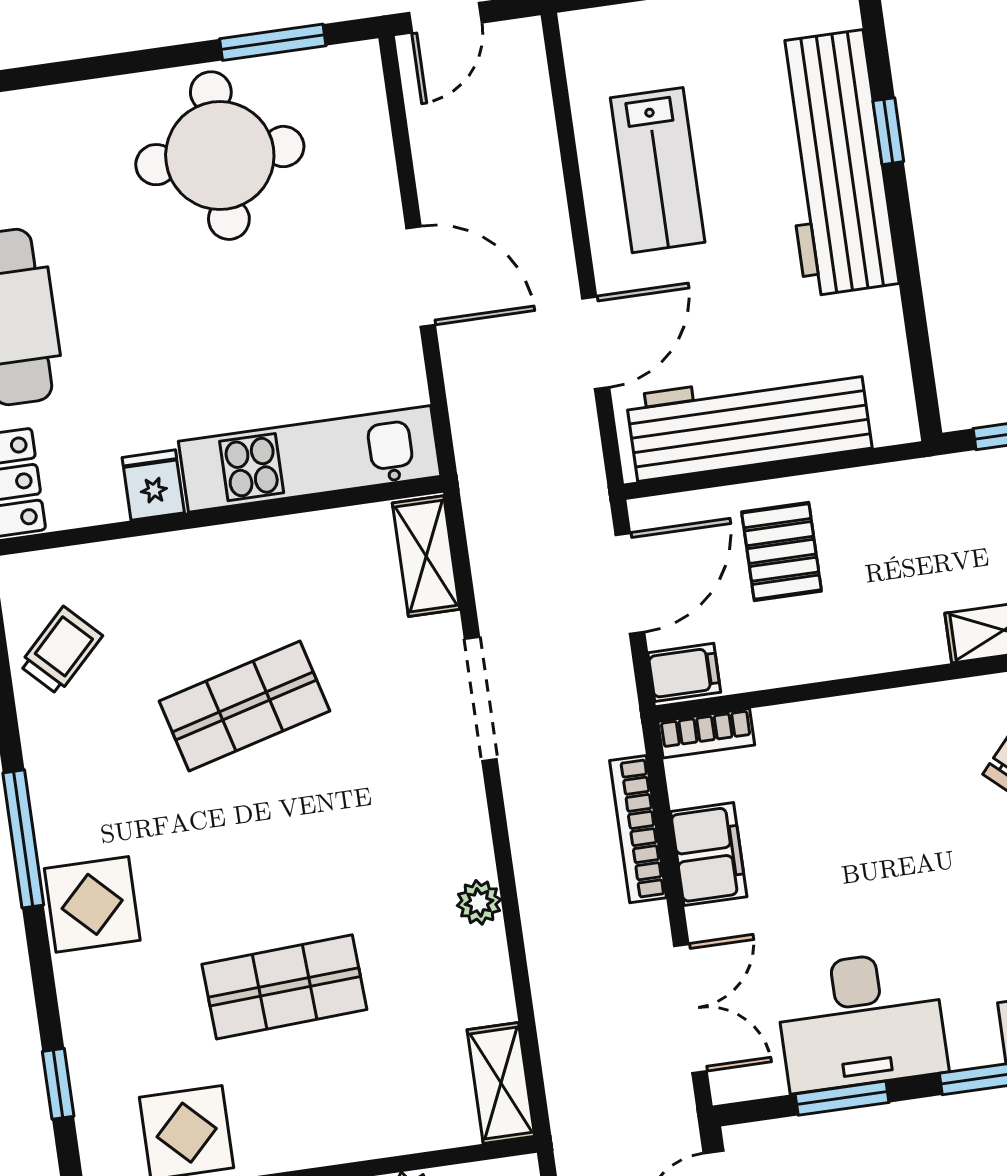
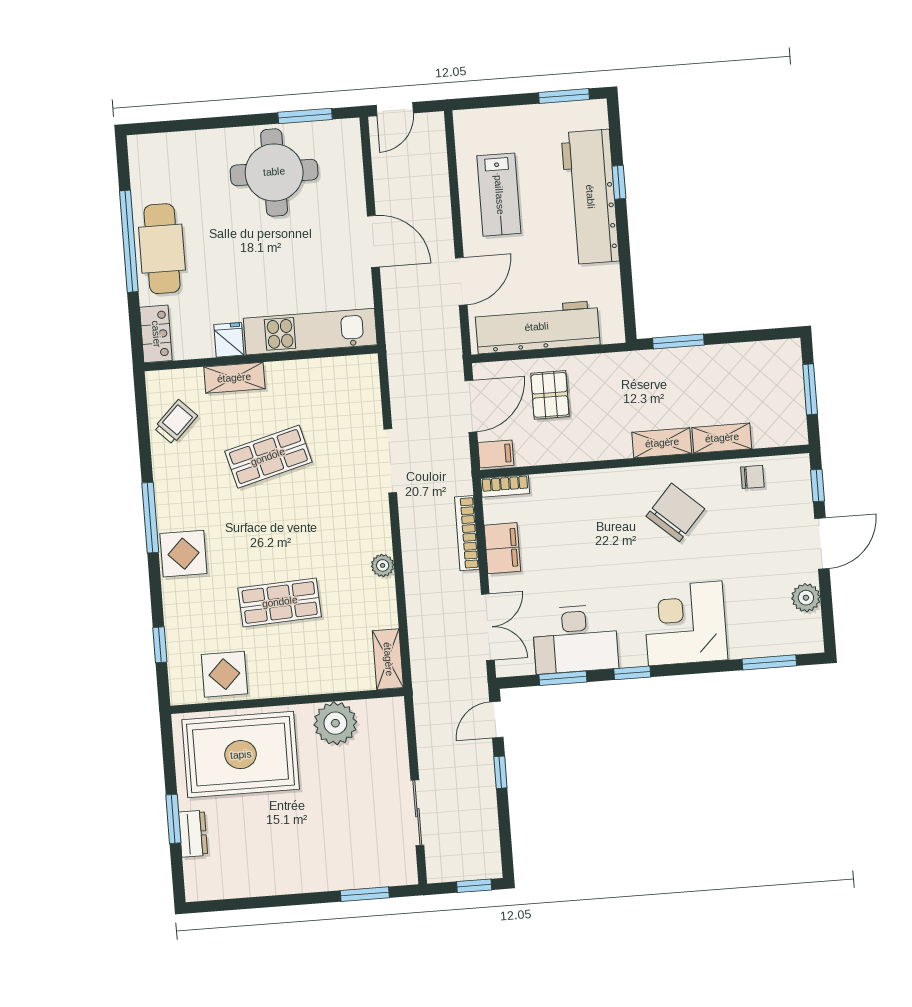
shelving: (426, 556) -> (234, 378), moved, turned 90

